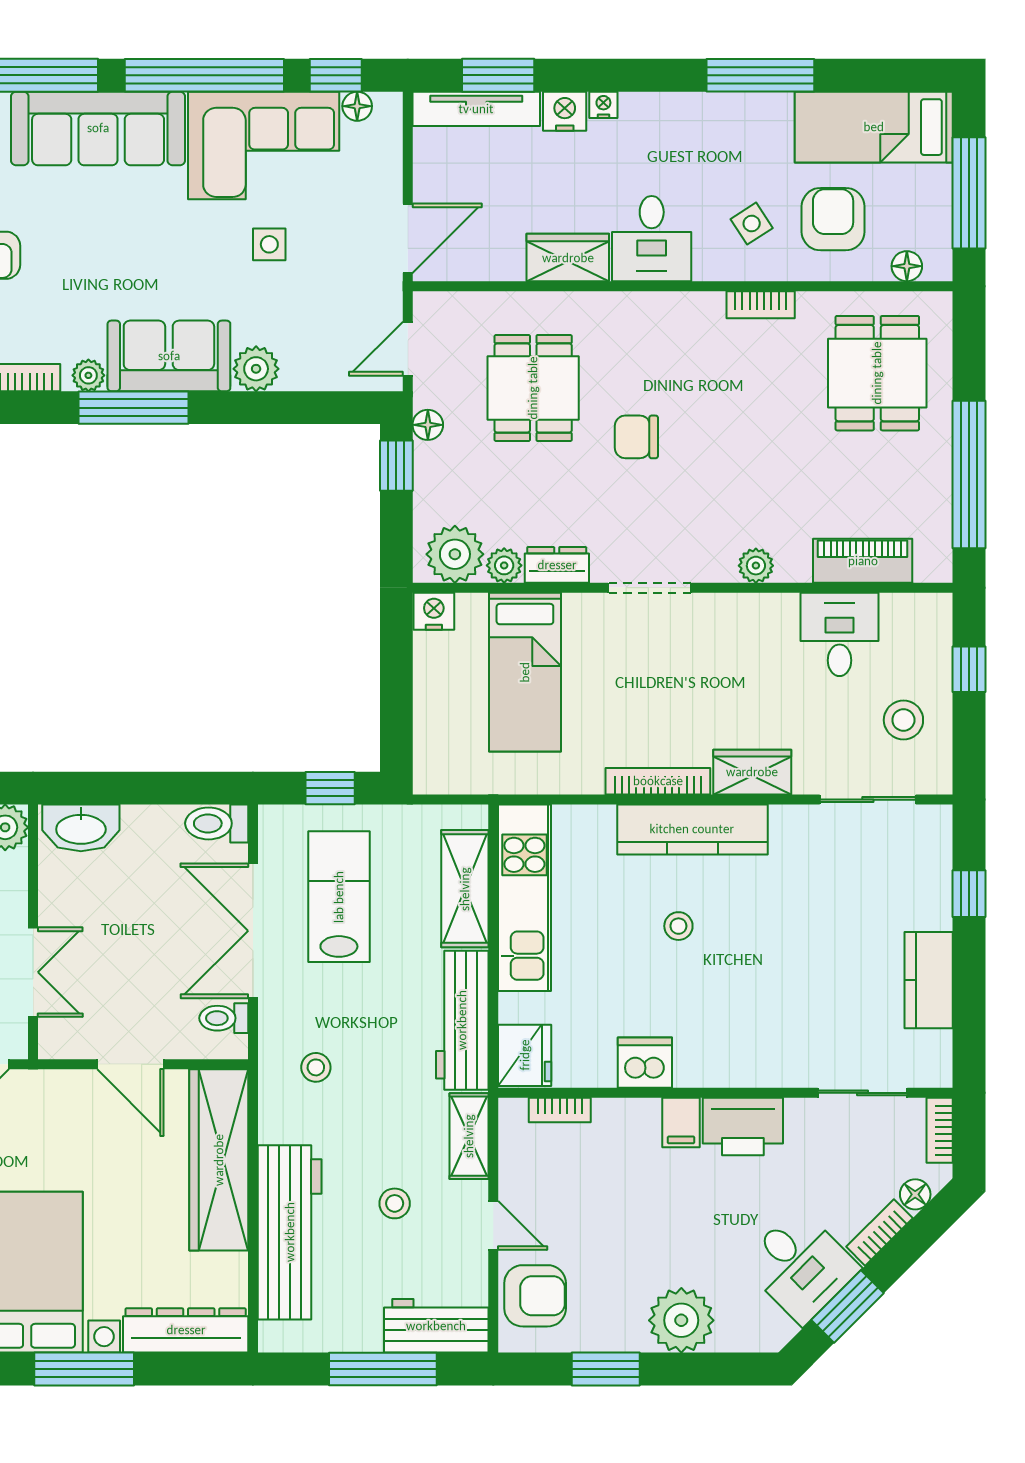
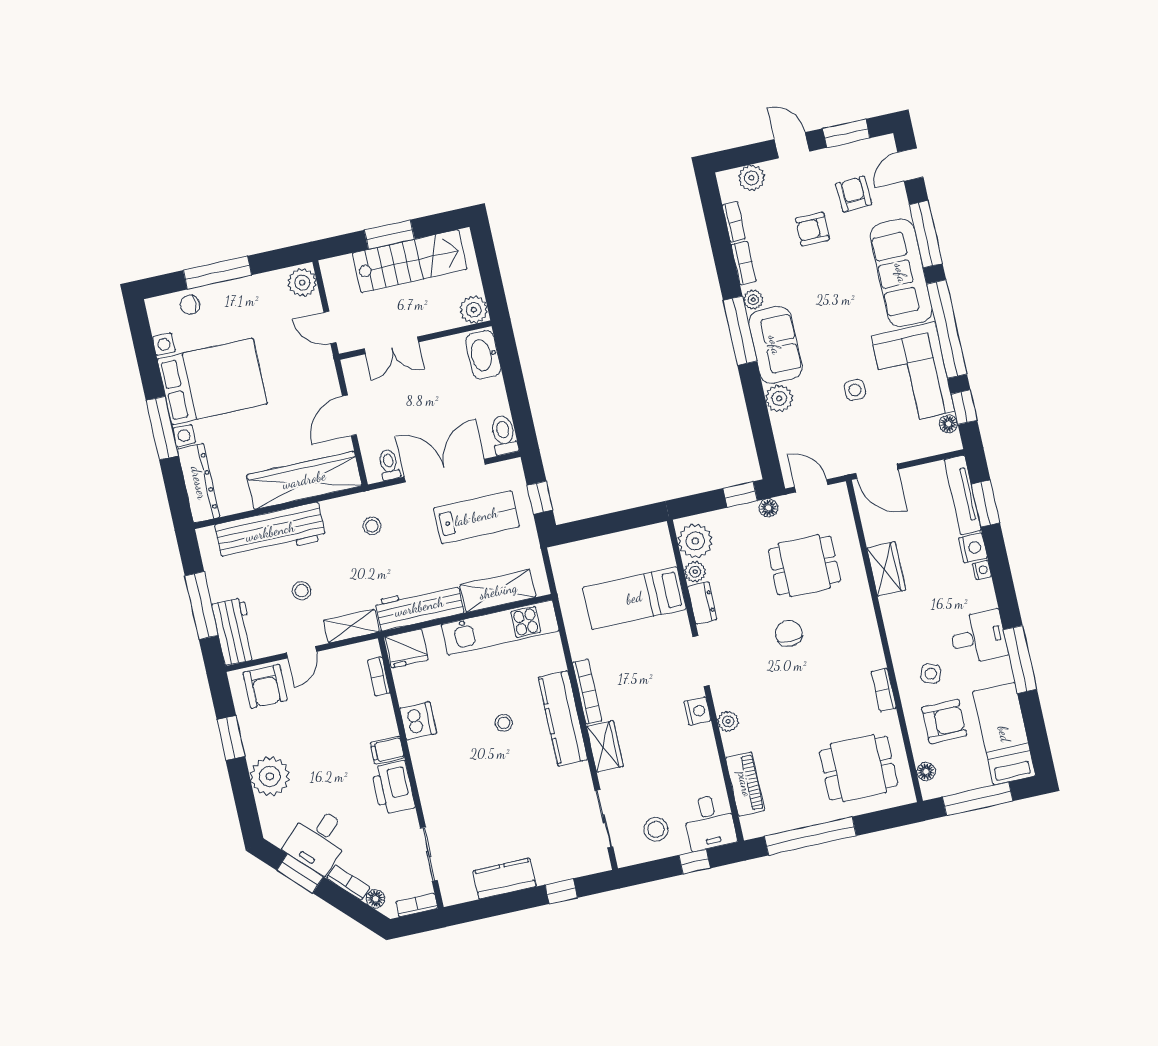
side table: (752, 224) -> (931, 674), turned -38
desk: (652, 239) -> (978, 637), moved, turned 180
nightstand: (434, 611) -> (697, 711), moved
desk: (839, 634) -> (709, 822), moved, turned 90

